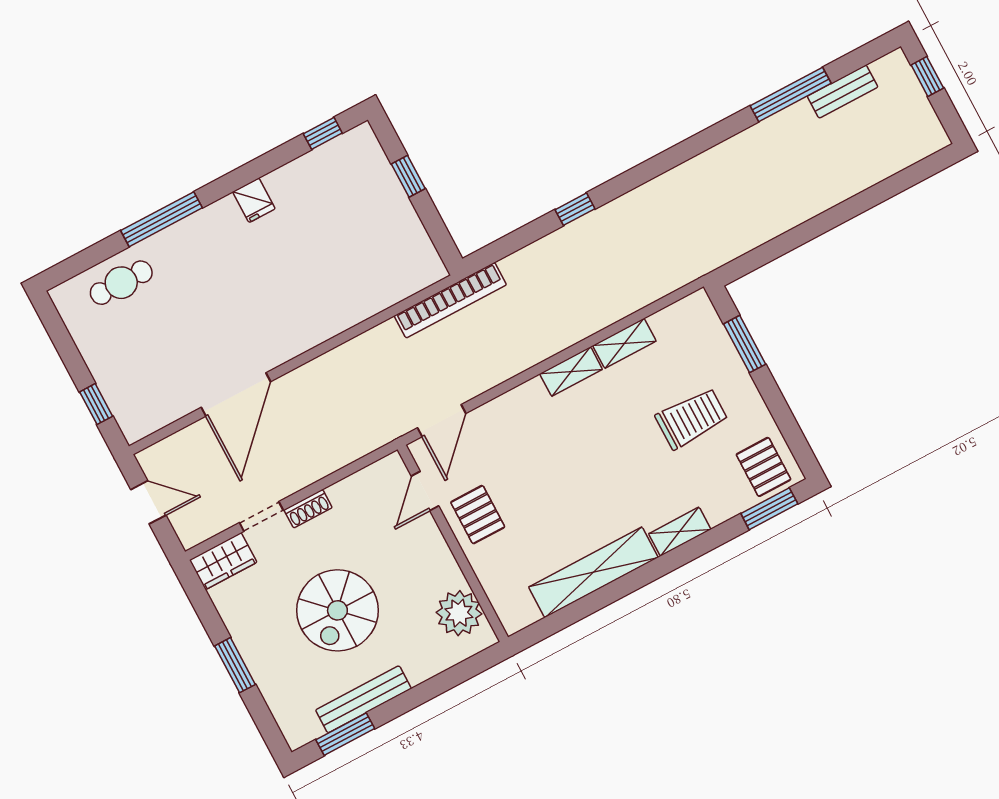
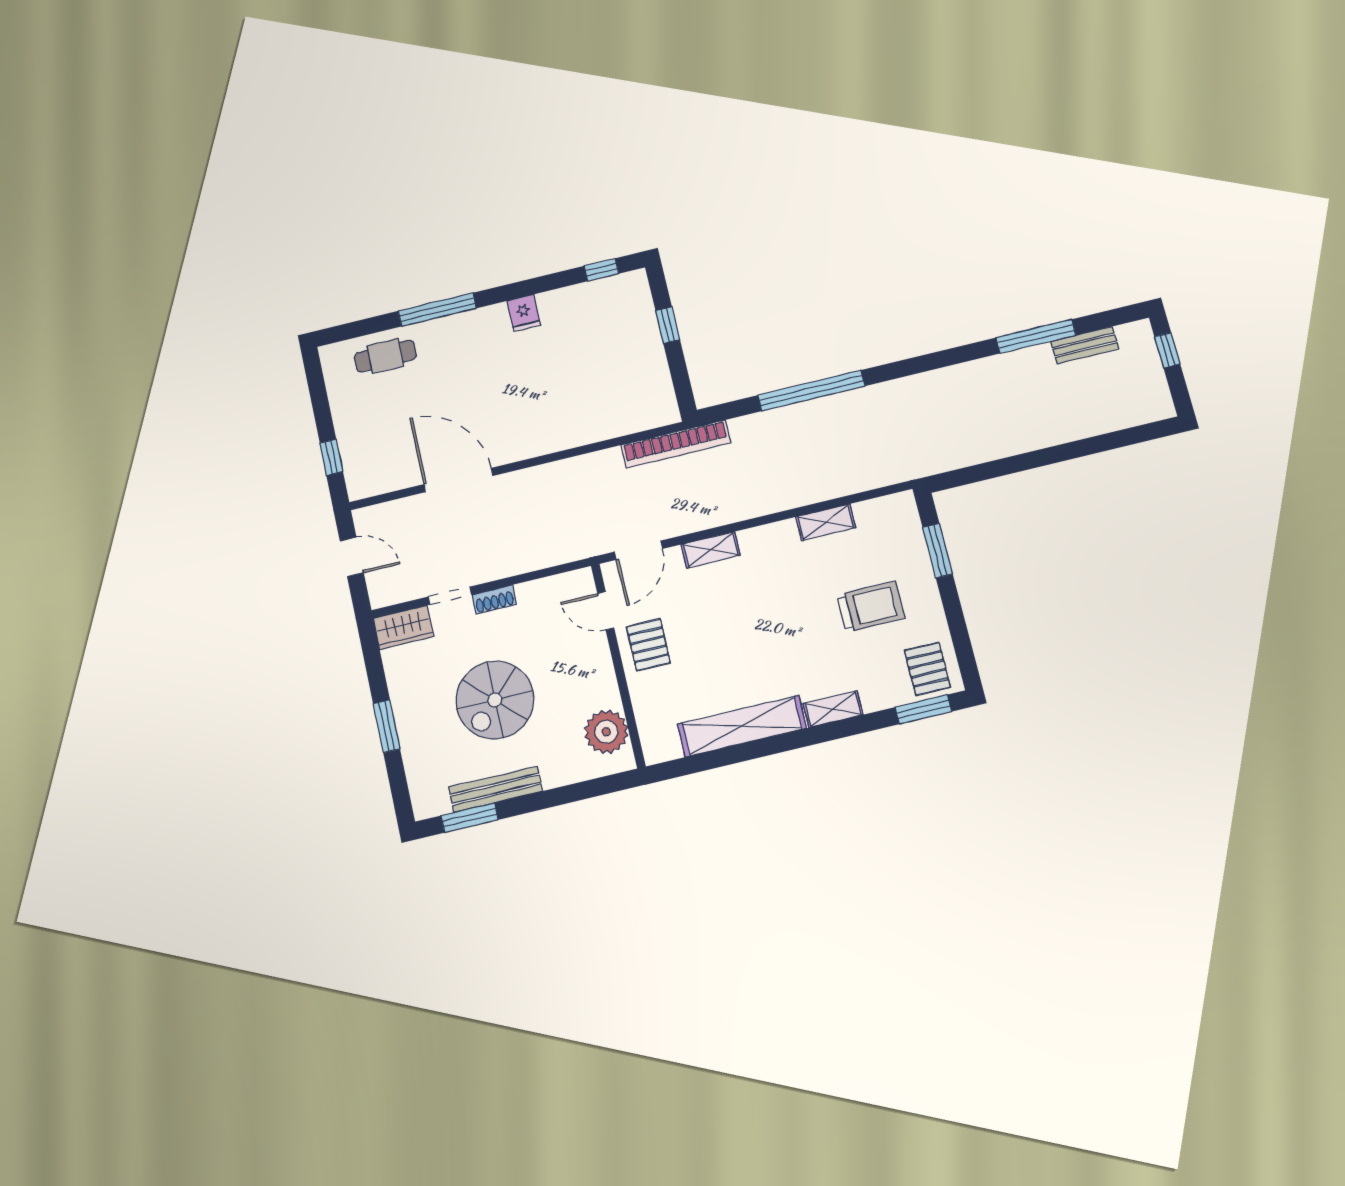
window: (575, 209) -> (811, 391), width x3.17
shelving: (571, 372) -> (711, 550), moved
door: (236, 395) -> (458, 480), swing flipped
door: (425, 491) -> (606, 611), hinge flipped

